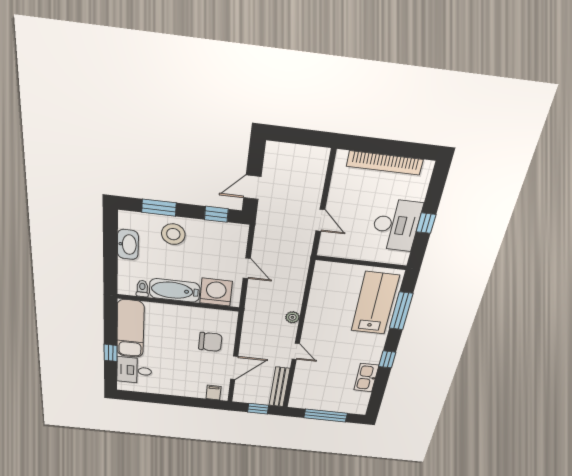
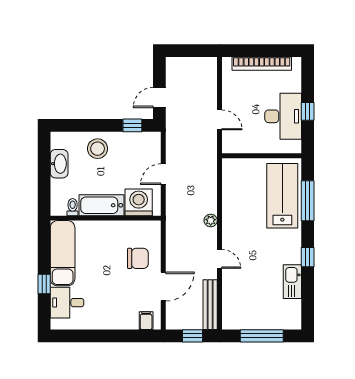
window: (159, 208) -> (84, 125), removed
door: (247, 268) -> (163, 174), swing flipped

